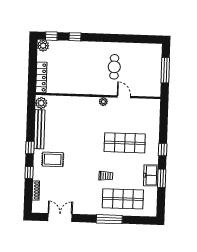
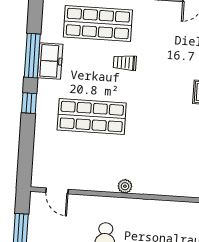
door: (124, 97) -> (57, 191), moved
window: (162, 178) -> (32, 56), width x1.44

